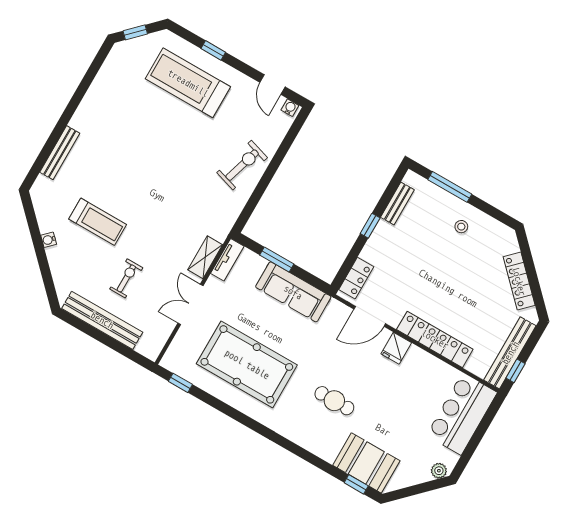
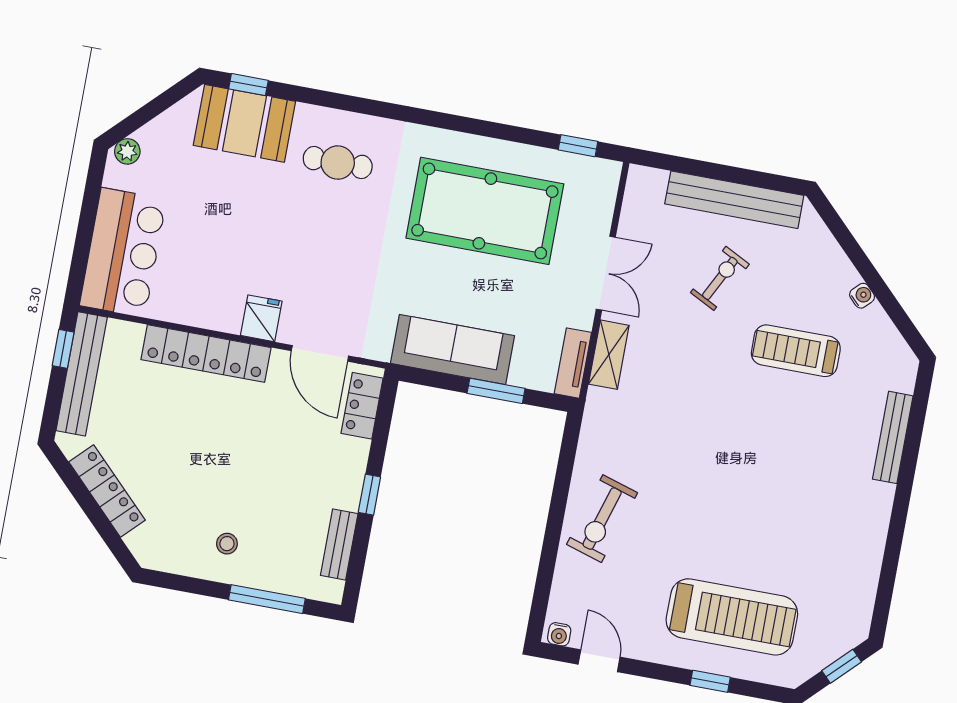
exercise bike: (126, 278) -> (720, 278), turned -153
door: (370, 316) -> (320, 353), swing flipped
cafe table: (334, 401) -> (338, 163), moved

